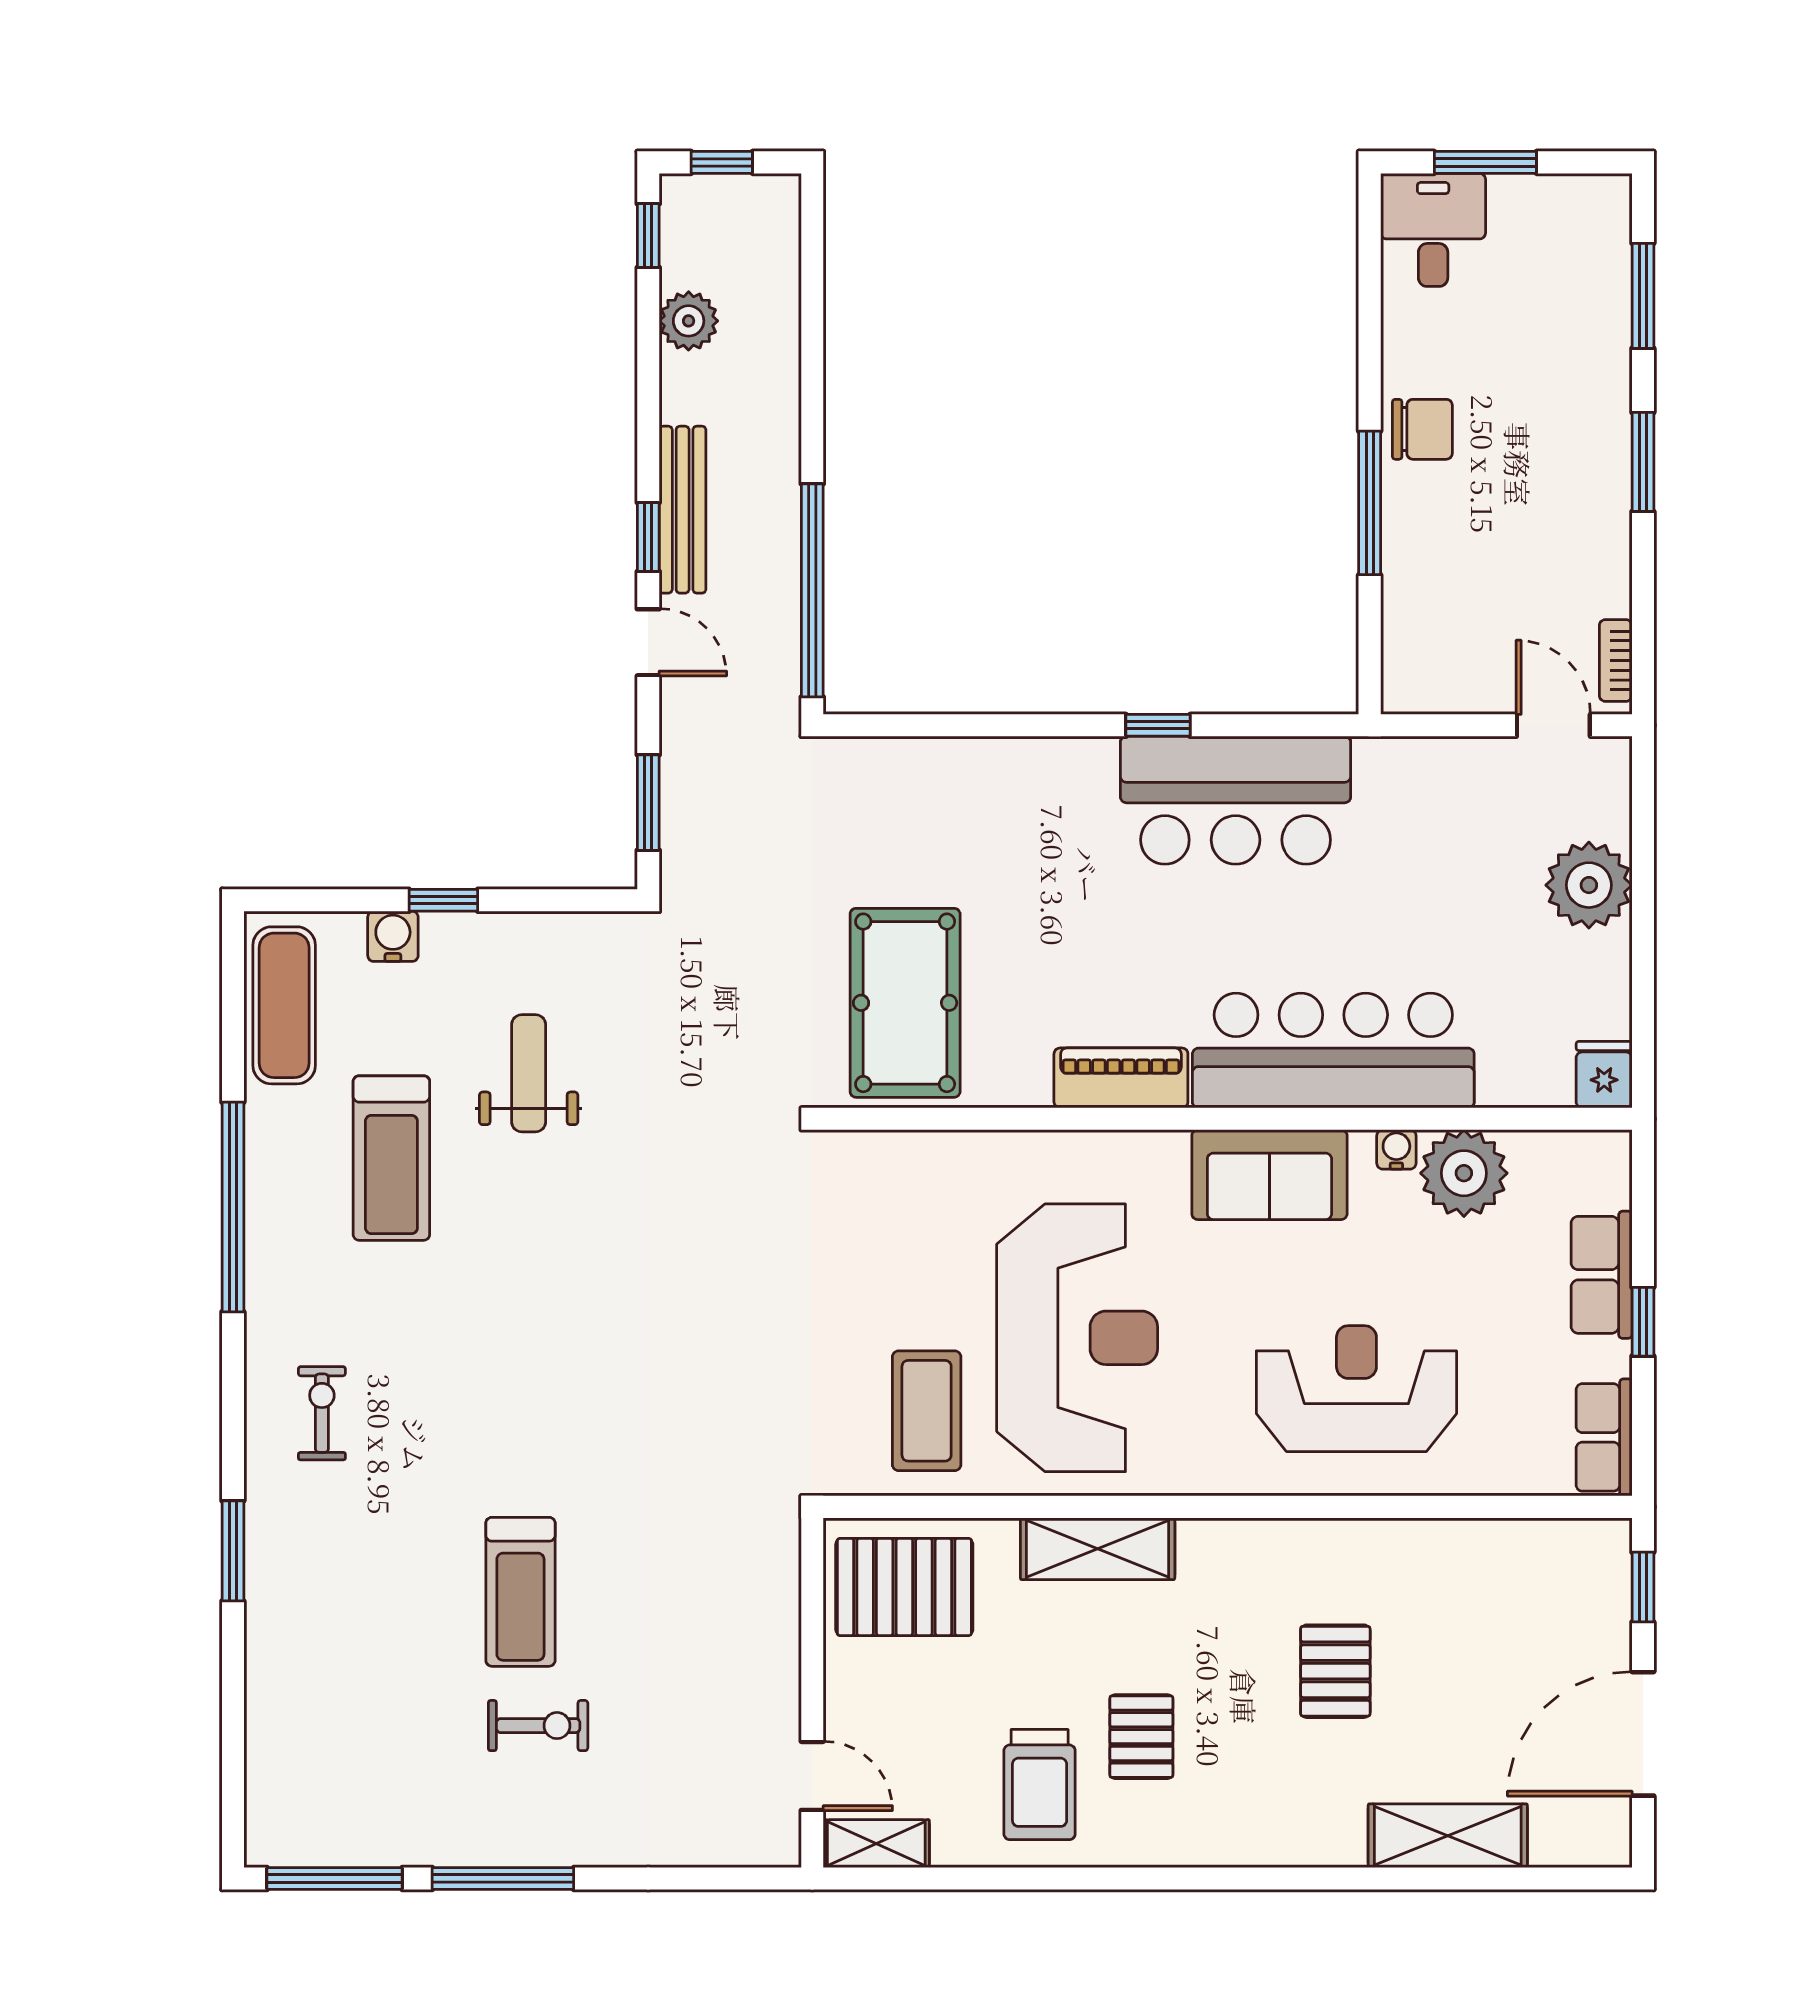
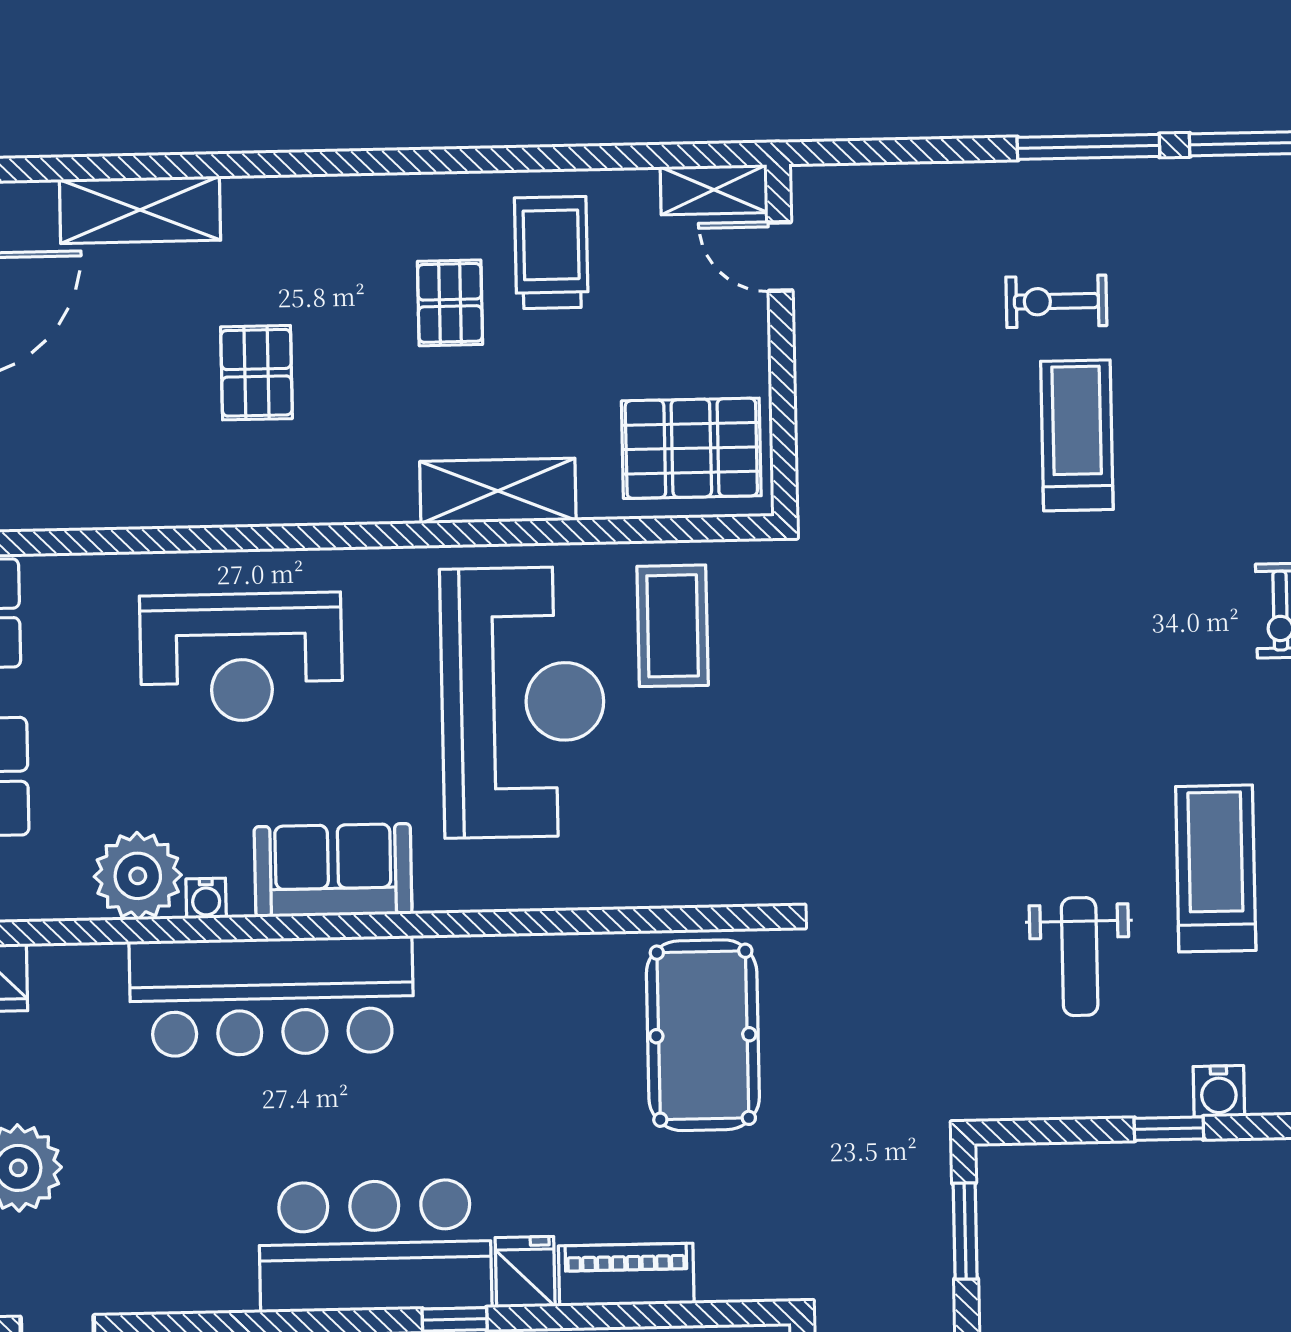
fridge: (1087, 771) -> (525, 1272), added
piano: (1121, 1078) -> (626, 1275), moved, turned 180
reception desk: (1077, 1338) -> (523, 702), turned 180

